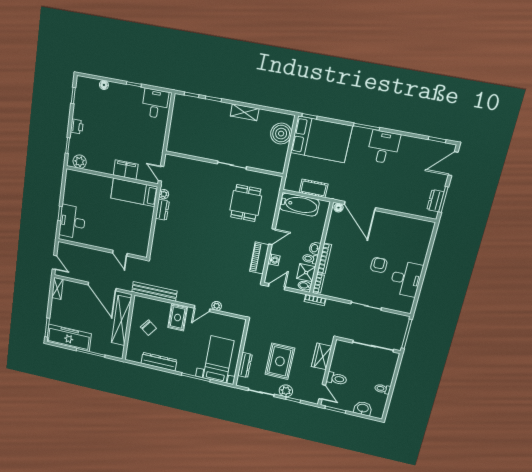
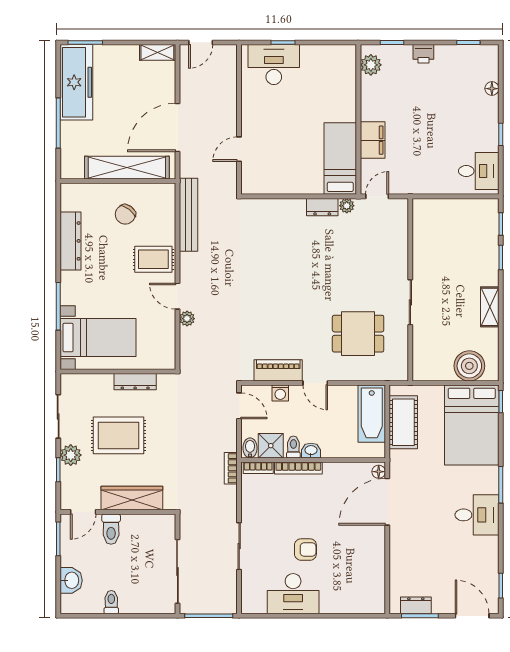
cot: (314, 188) -> (403, 422), width x1.37, depth x1.34
wardrobe: (322, 356) -> (132, 498), width x1.50
dresser: (245, 365) -> (135, 382), moved

